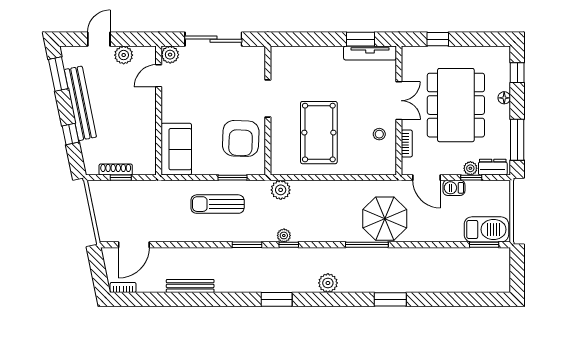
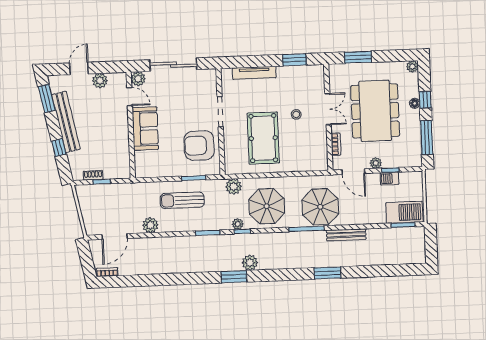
window: (438, 39) -> (358, 57), width x1.50
tv unit: (370, 53) -> (254, 73), moved
plant: (503, 53) -> (412, 66), added
window: (517, 73) -> (425, 100), moved
door: (159, 76) -> (130, 97), swing flipped
stool: (379, 134) -> (296, 114), moved
armchair: (241, 138) -> (199, 146), turned 88
sofa: (176, 149) -> (145, 129), moved
dresser: (493, 167) -> (408, 161), removed
plant: (470, 168) -> (376, 163), moved
shoe rack: (116, 169) -> (93, 175), width x0.70
barbecue: (454, 188) -> (389, 179), moved
parasol: (320, 215) -> (267, 206), added
plant: (178, 233) -> (150, 225), added
plant: (328, 283) -> (250, 263), moved
bench: (190, 286) -> (346, 235), moved

